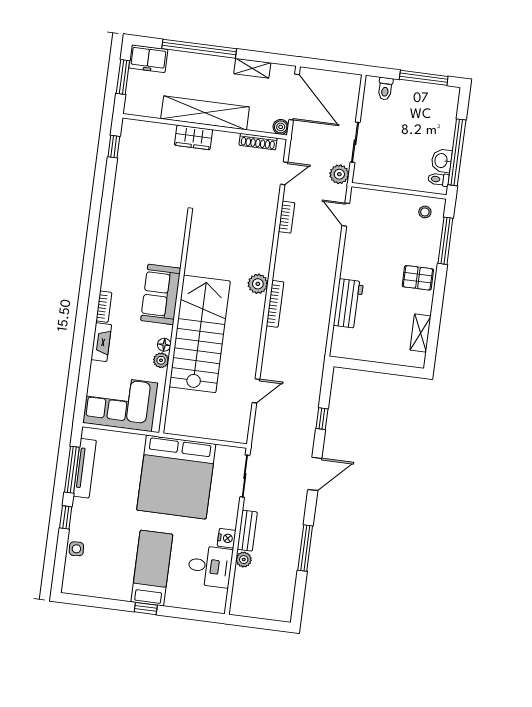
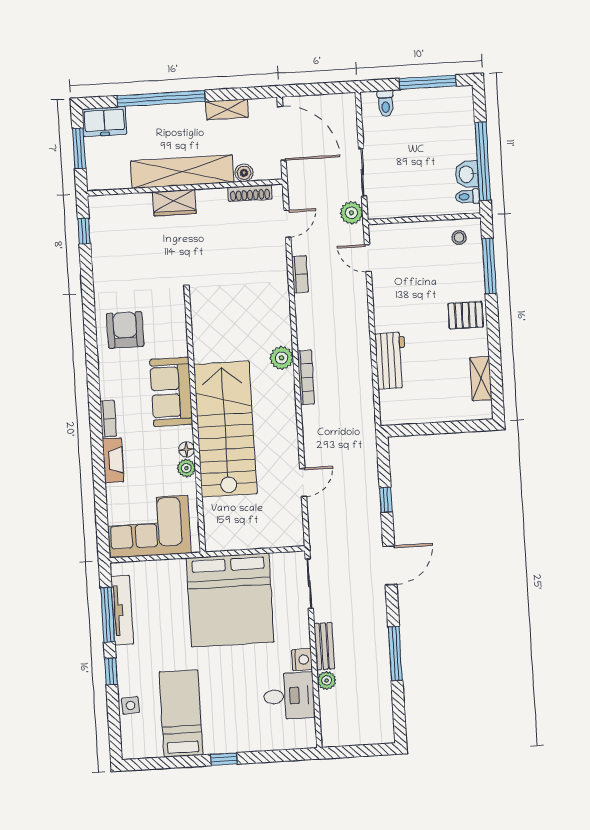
boiler: (281, 127) -> (244, 173), moved
armchair: (132, 235) -> (125, 330), added
bed: (152, 568) -> (181, 713), moved

